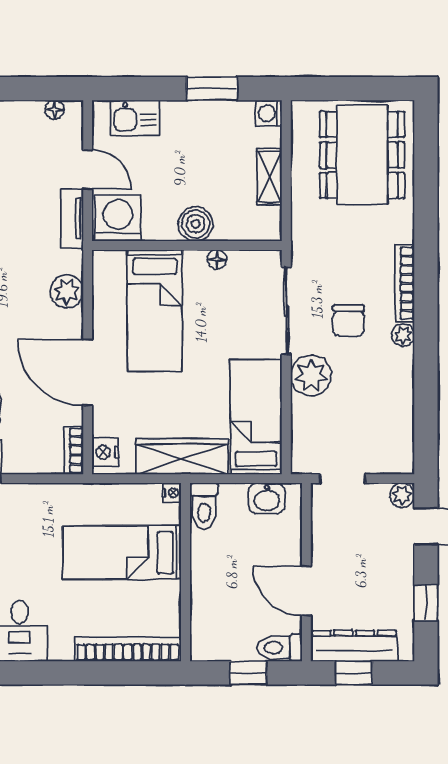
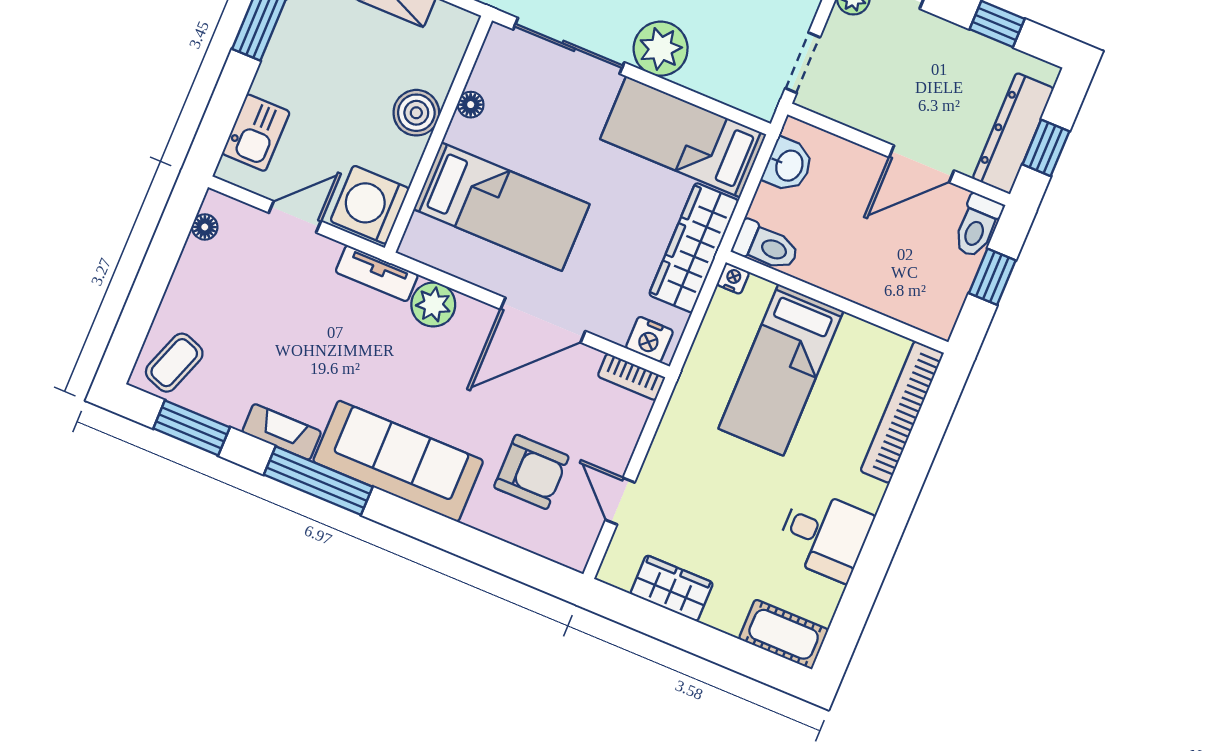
tv unit: (72, 219) -> (377, 273), moved

